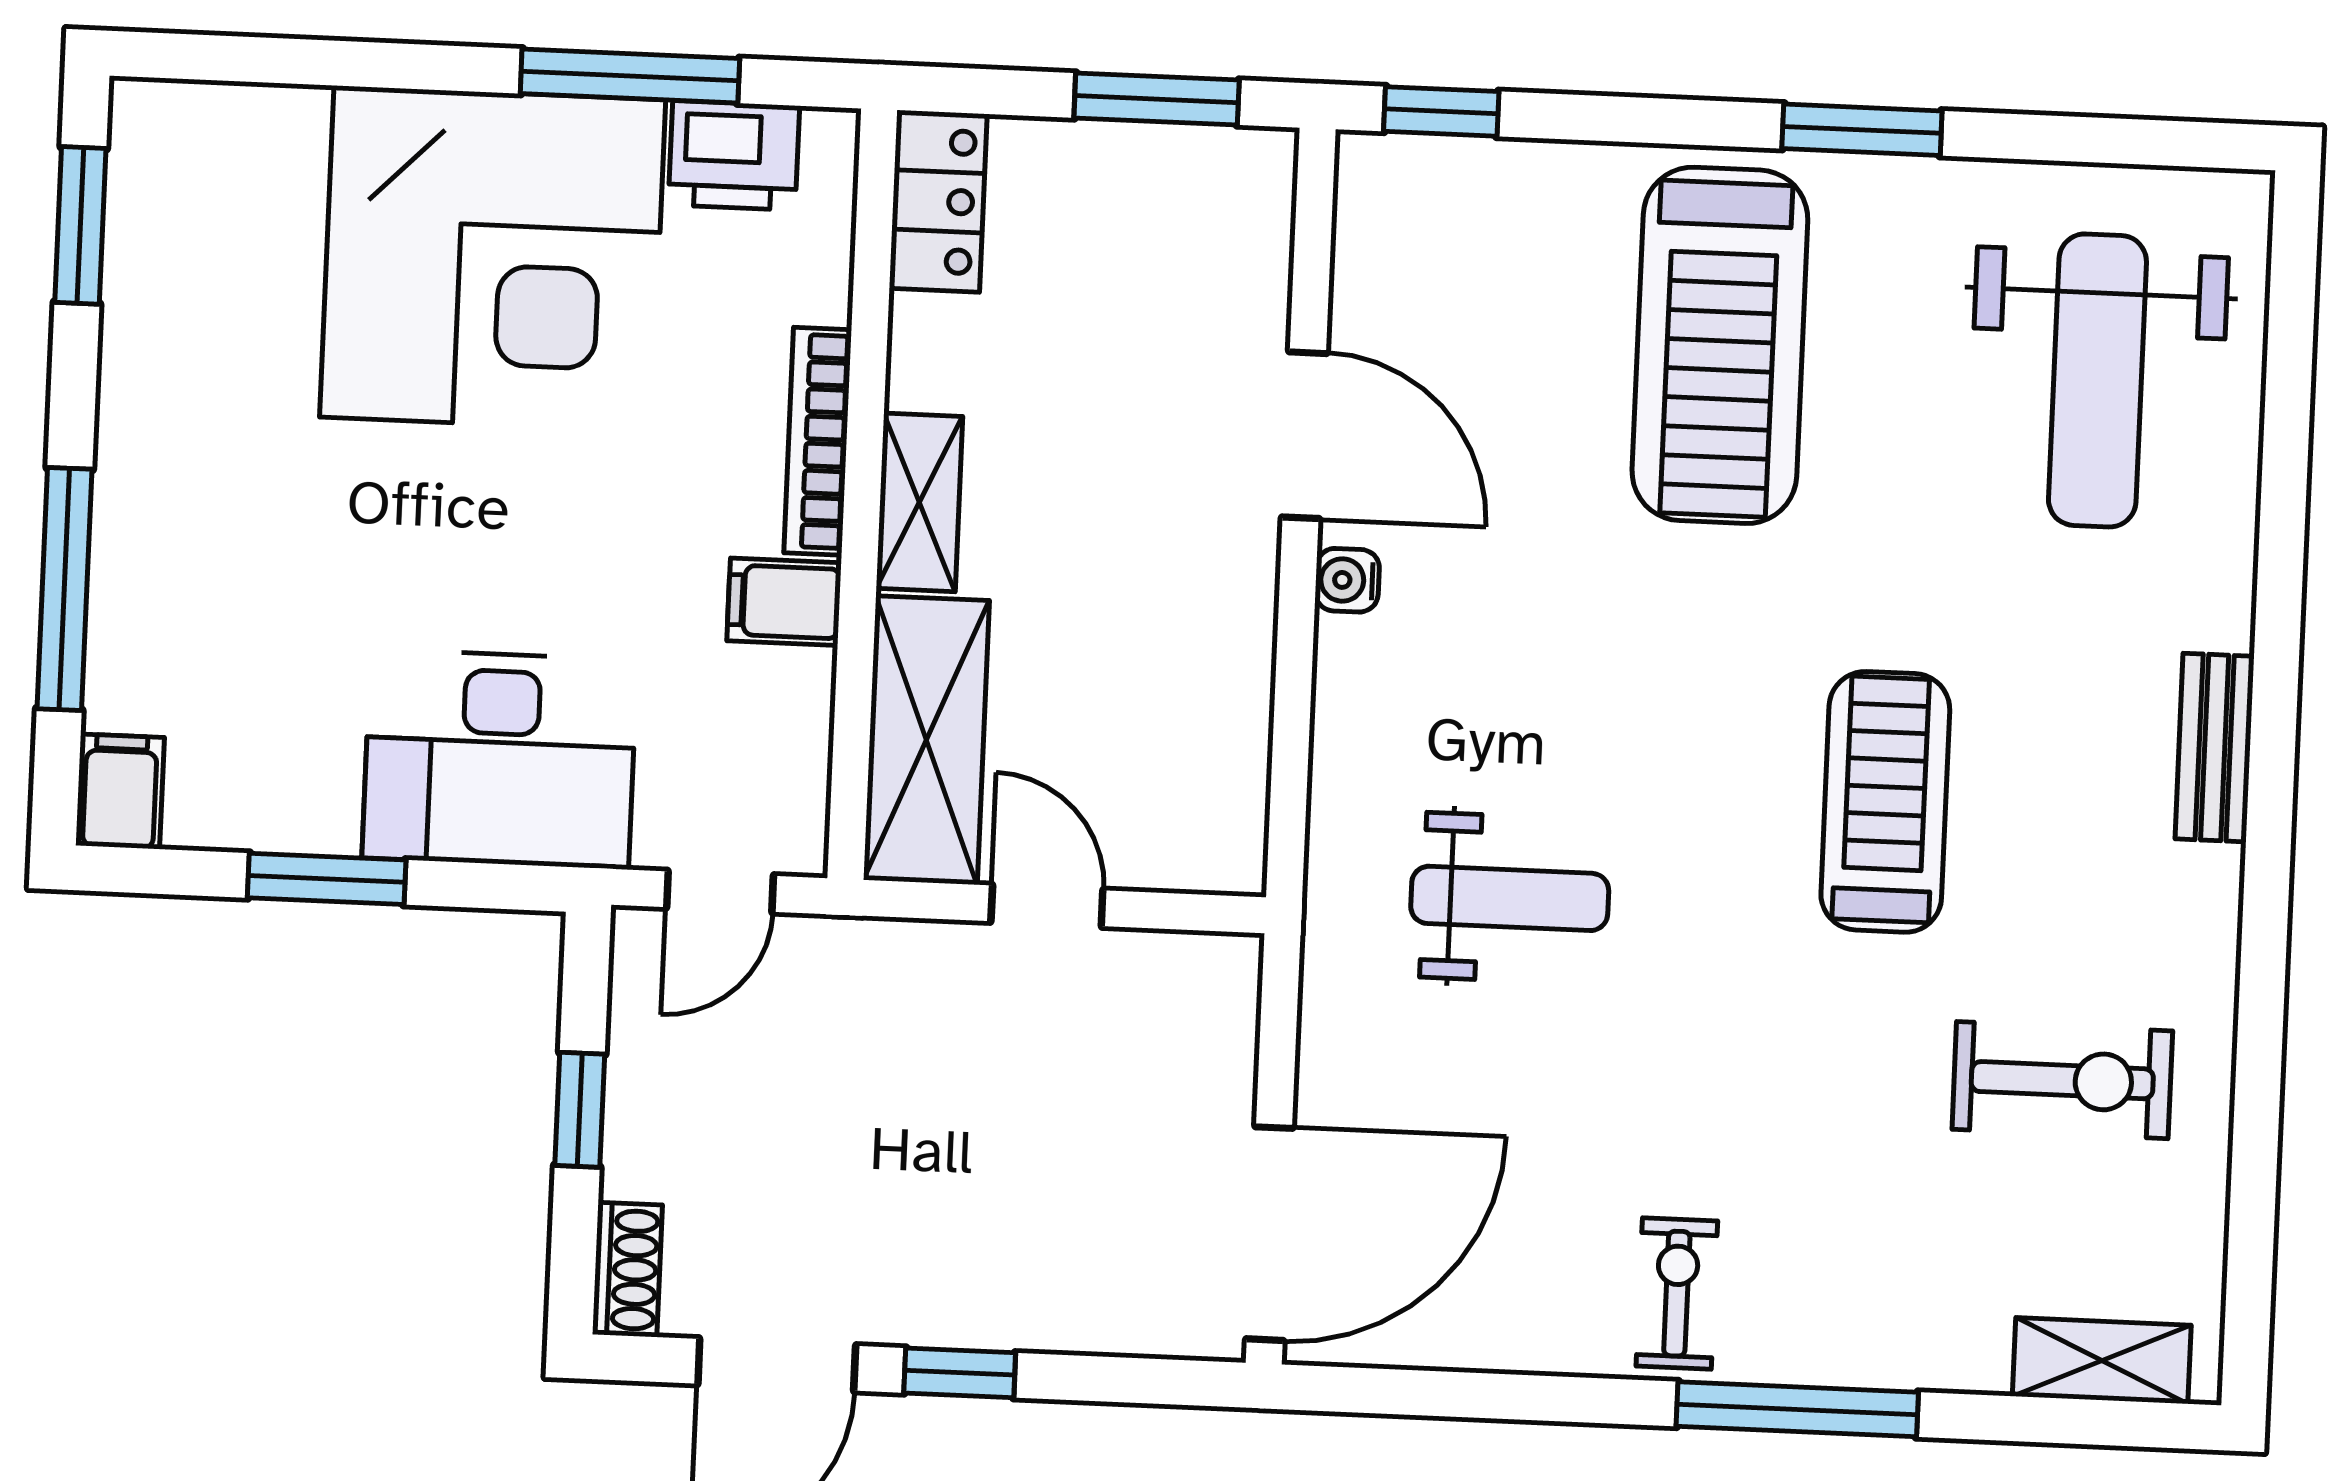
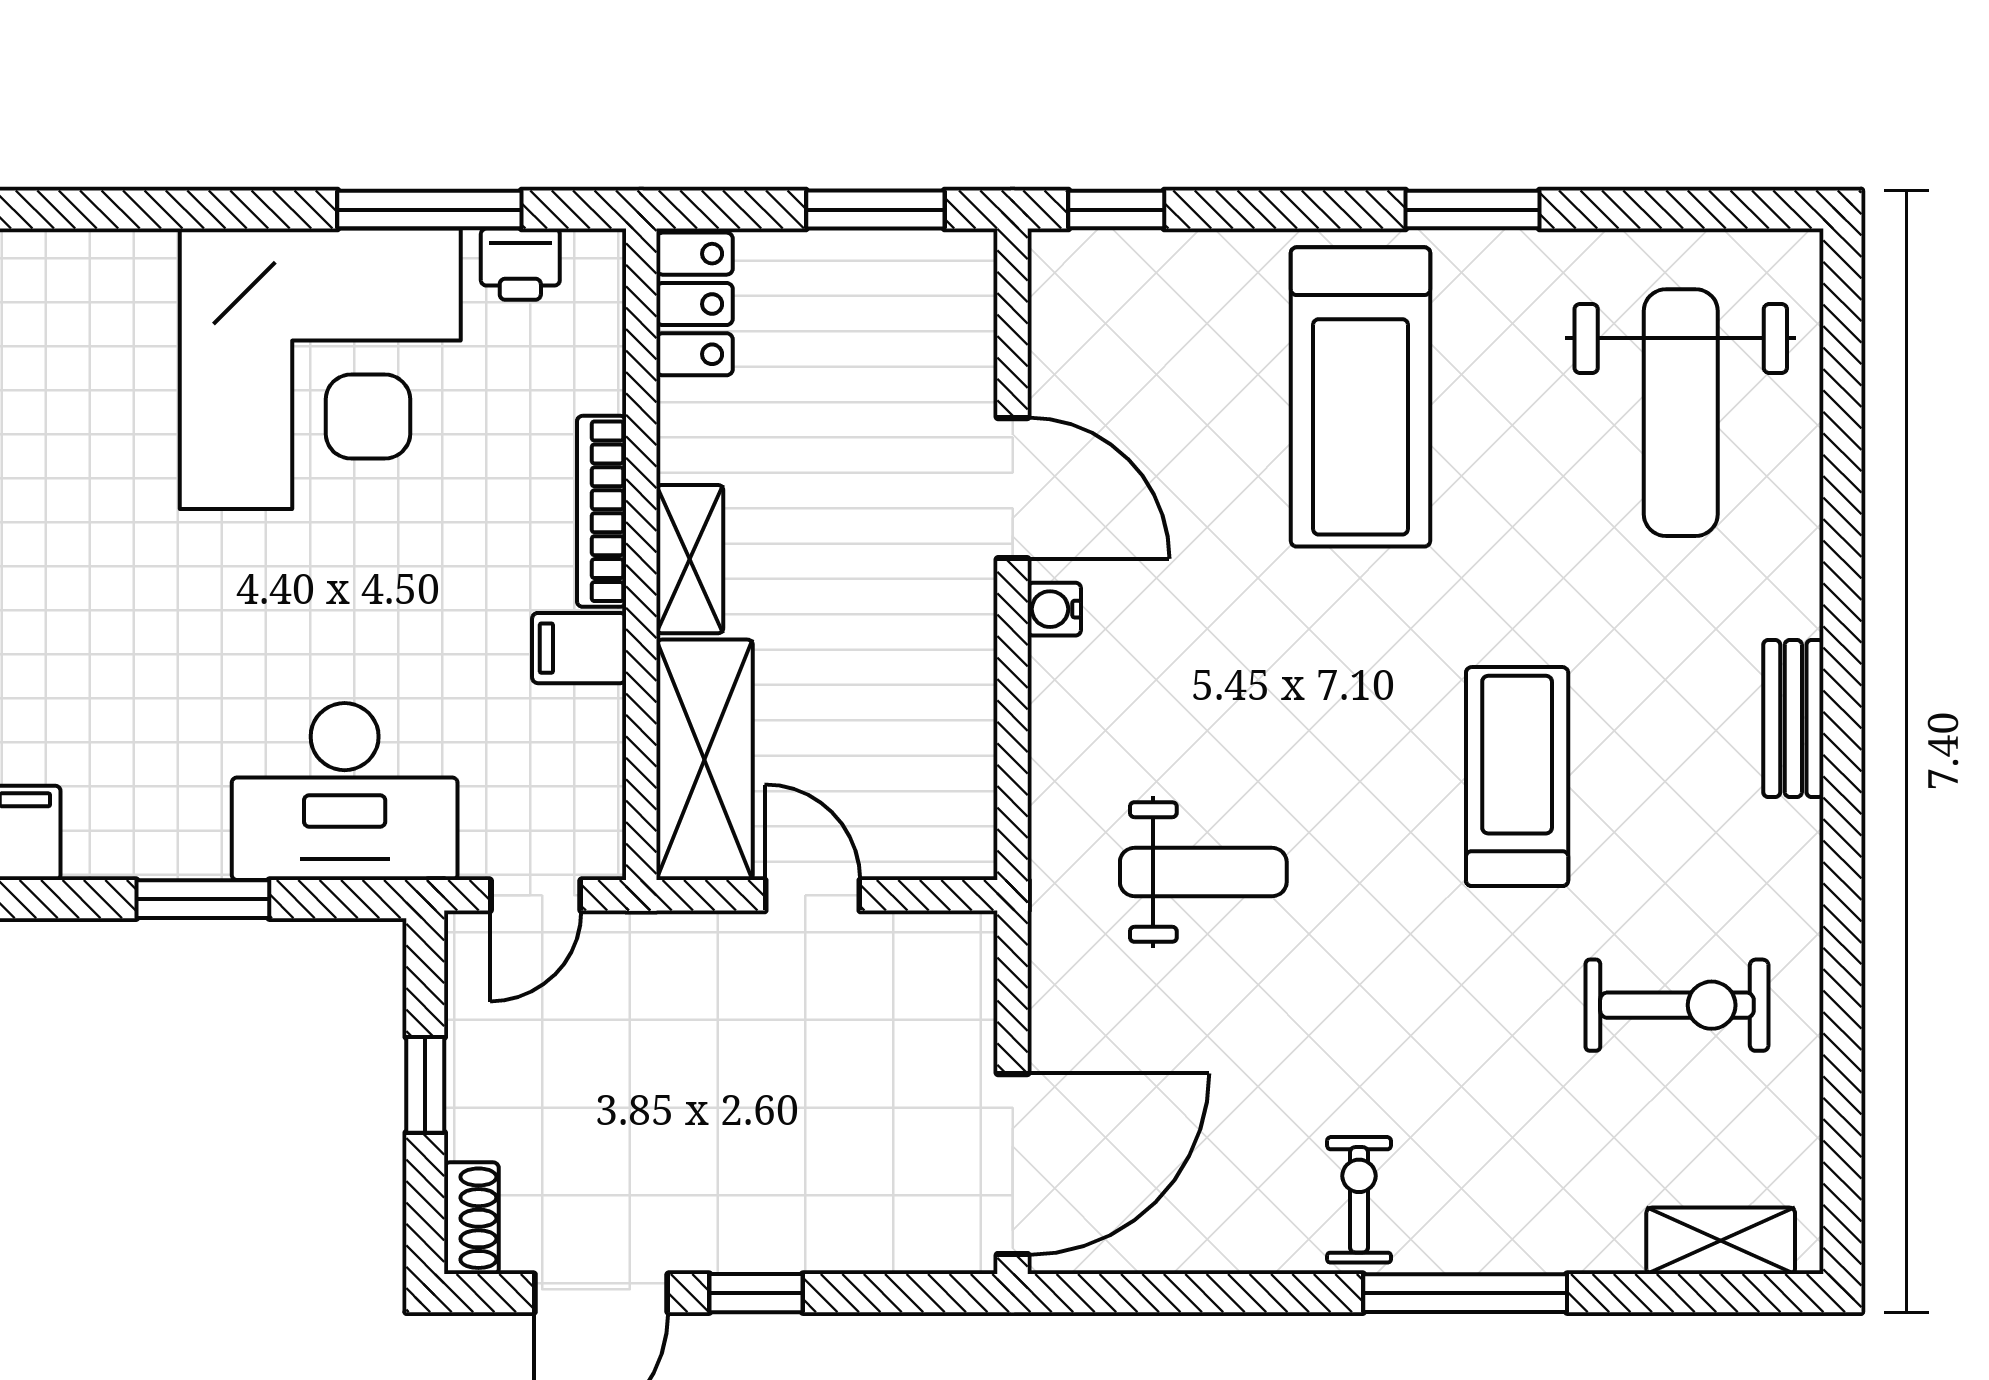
printer: (734, 155) -> (520, 264), width x0.73, depth x0.81

